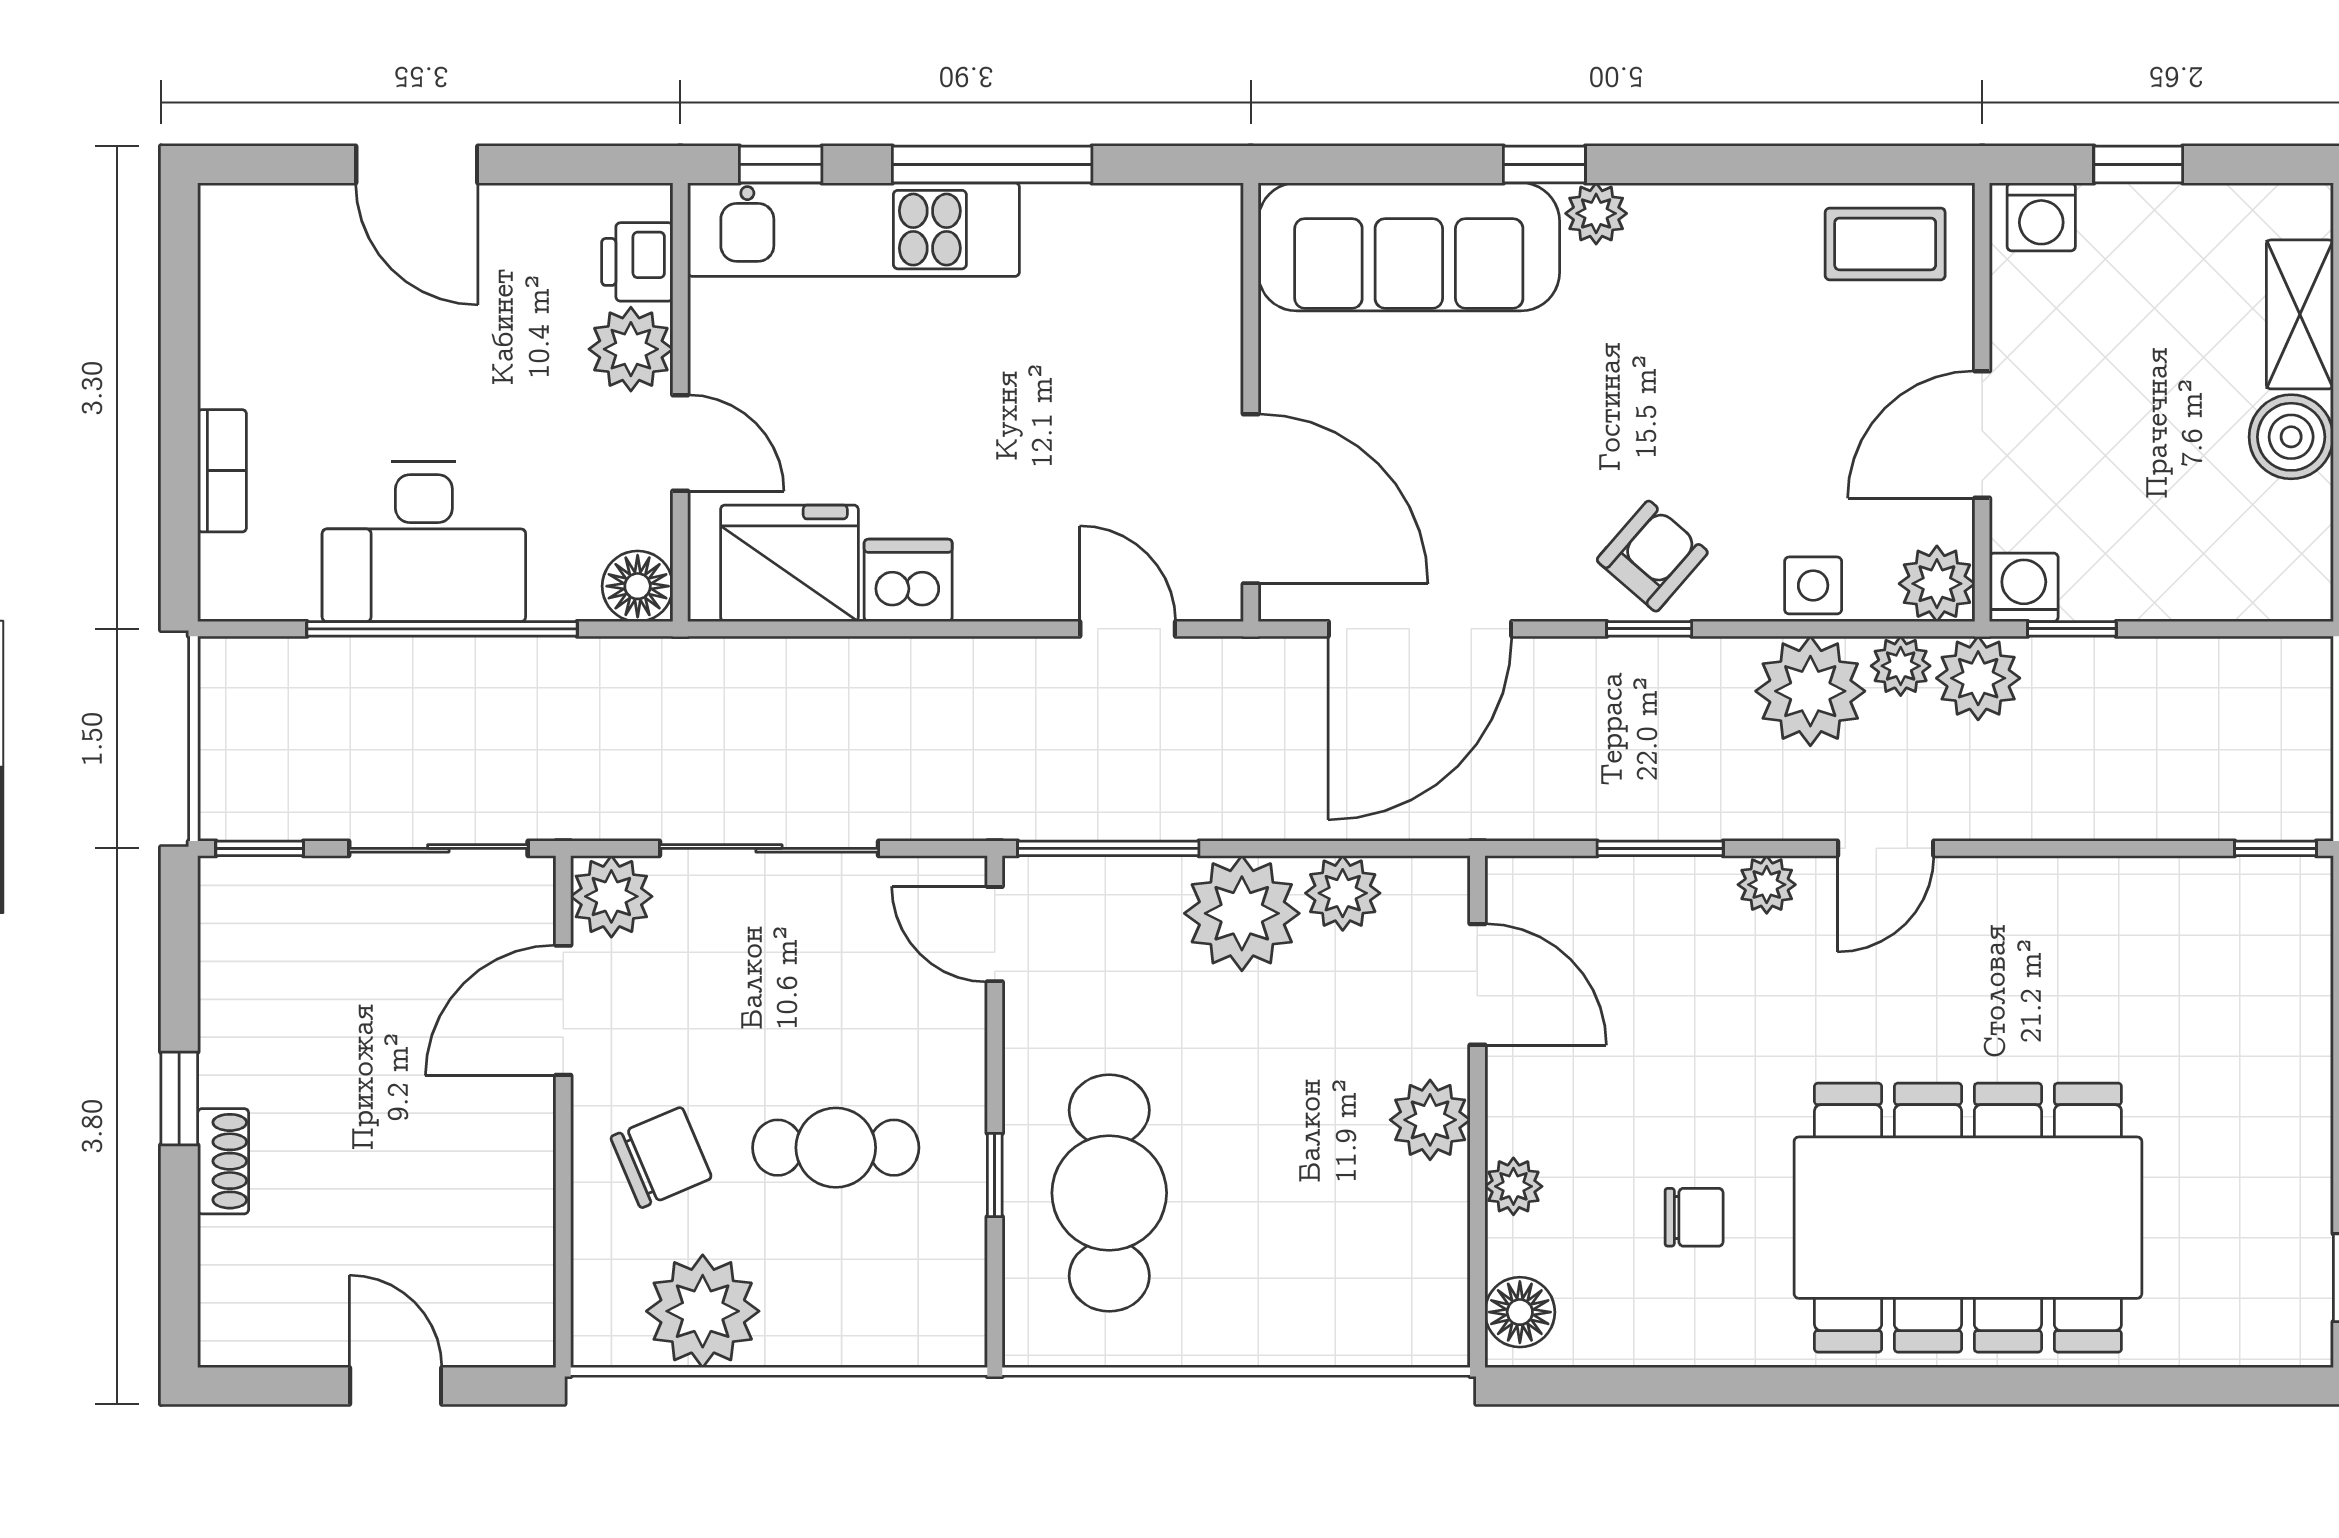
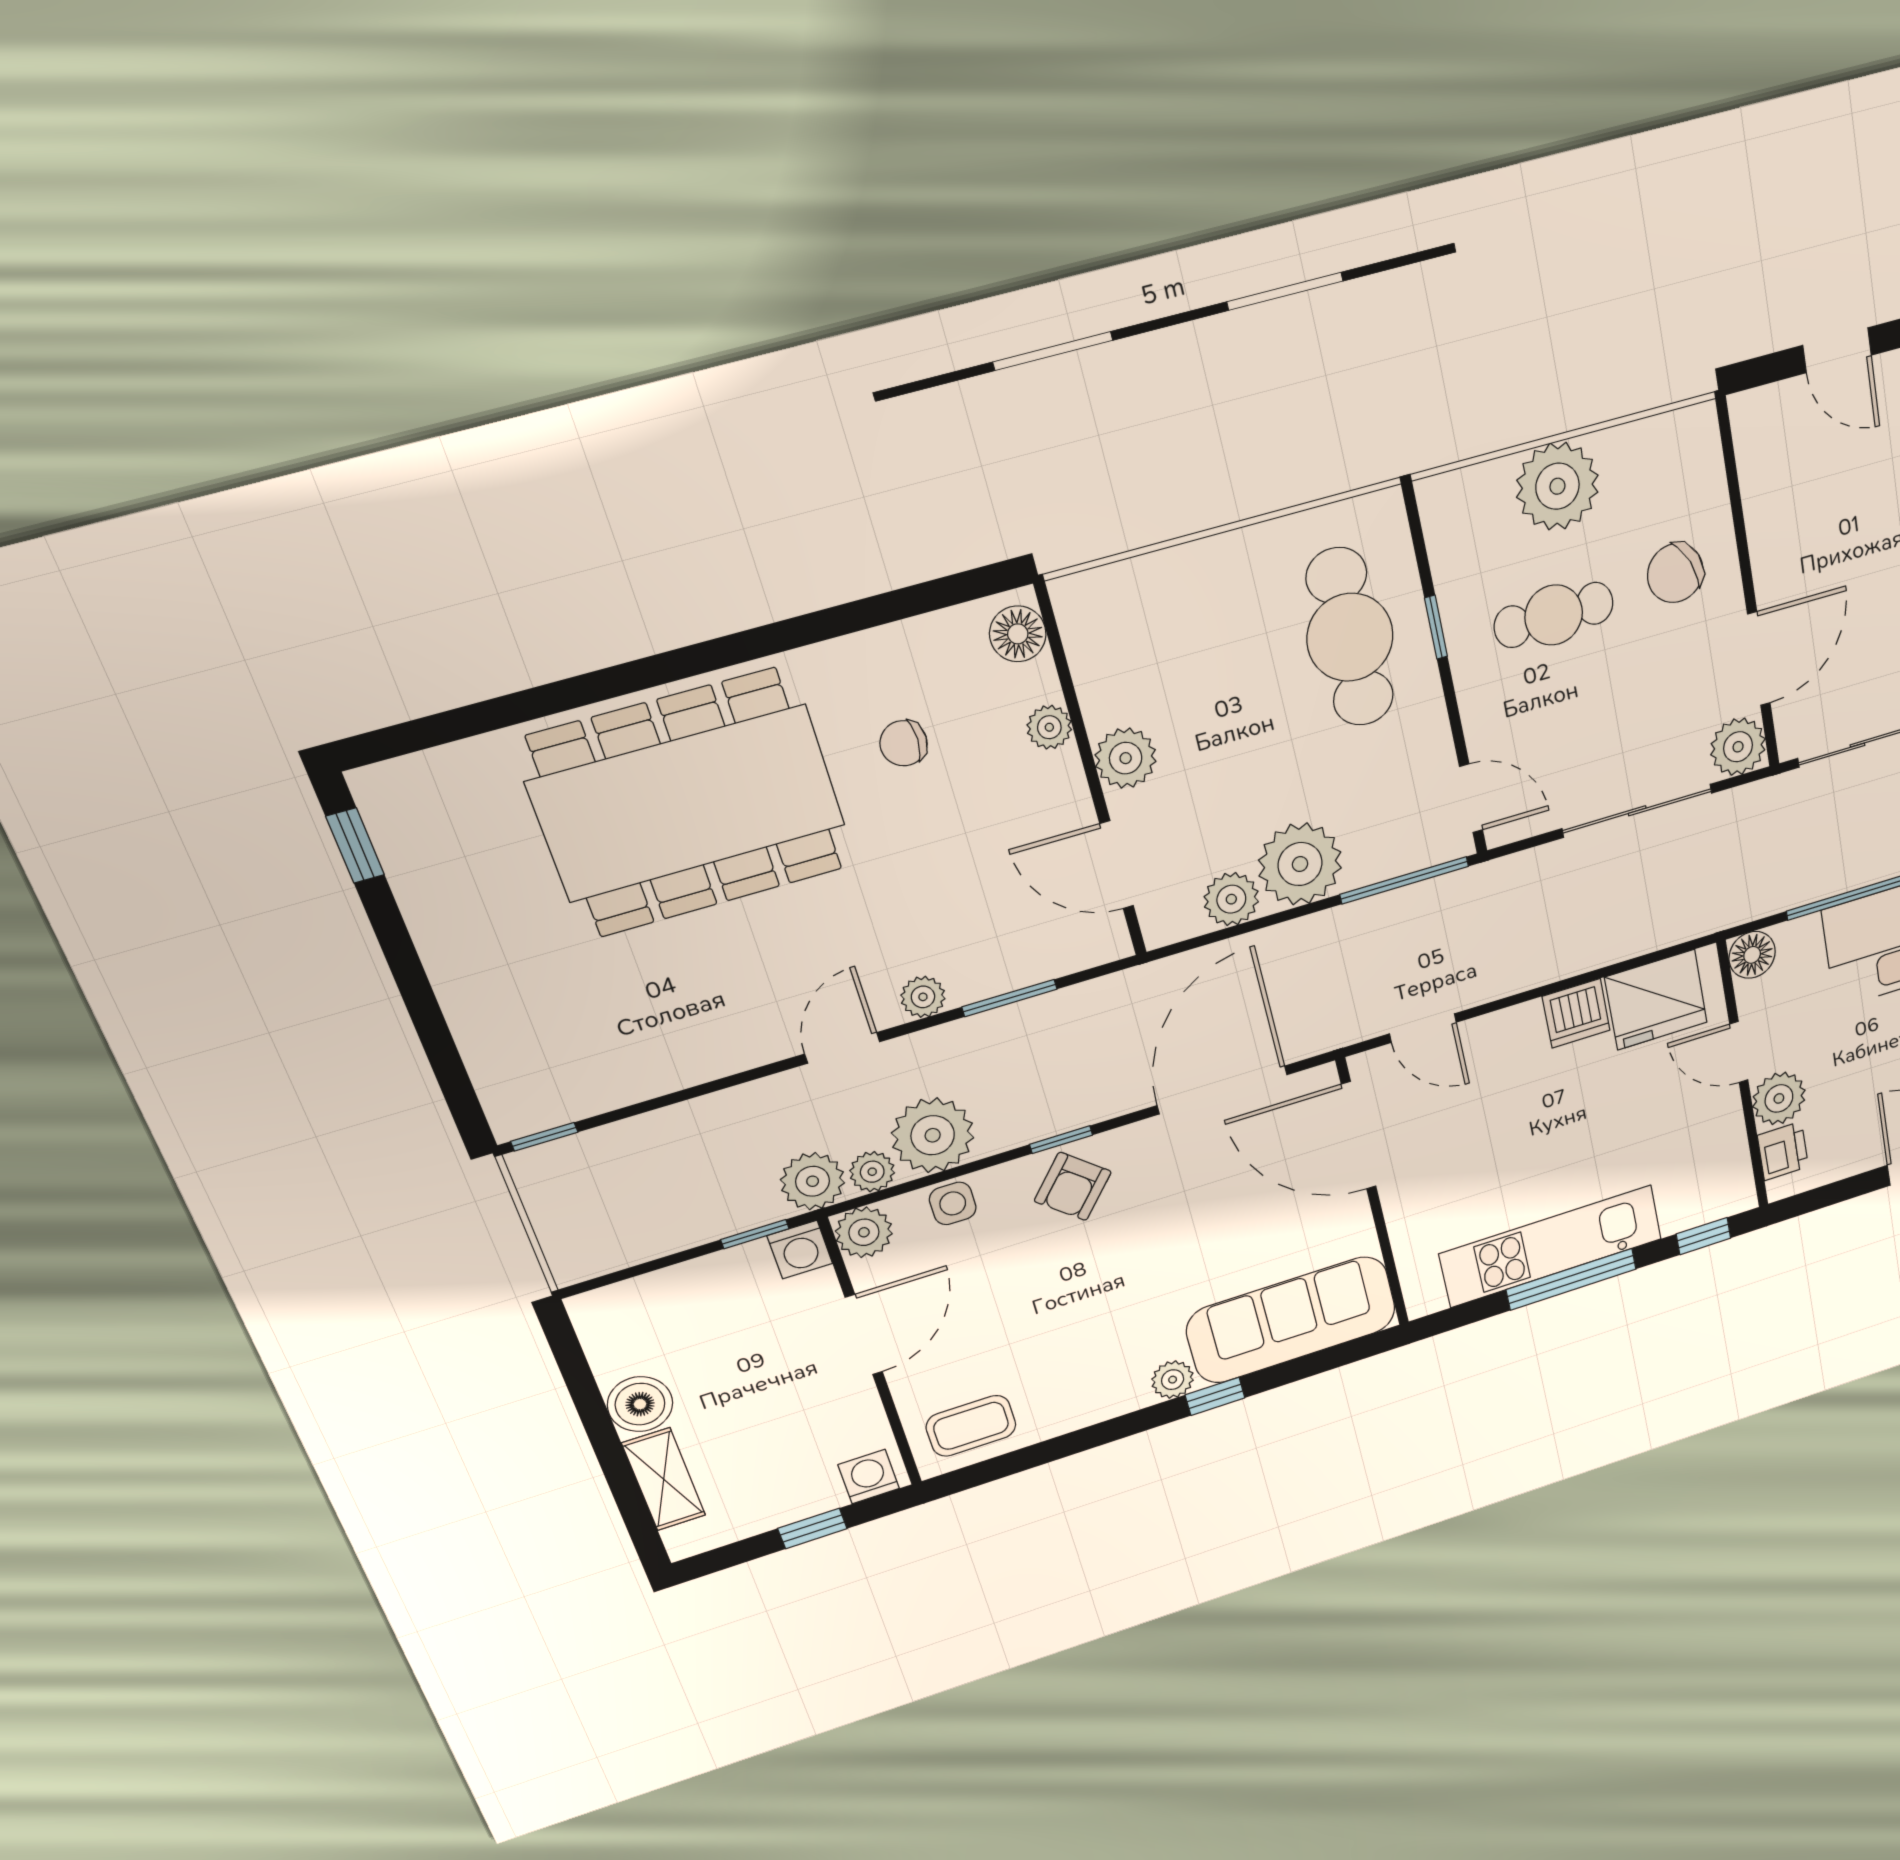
kitchen unit: (854, 230) -> (1551, 1246), moved
plant: (703, 1311) -> (1557, 486), moved

